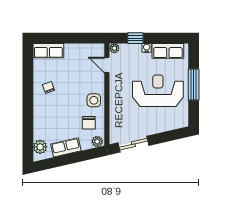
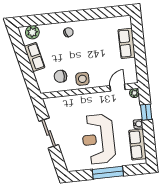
row of seats: (48, 51) -> (127, 43), moved
chair: (49, 88) -> (68, 32), moved
reception desk: (158, 91) -> (98, 139), turned 180
plant: (97, 141) -> (43, 86), removed
sliding door: (133, 144) -> (49, 133), moved

